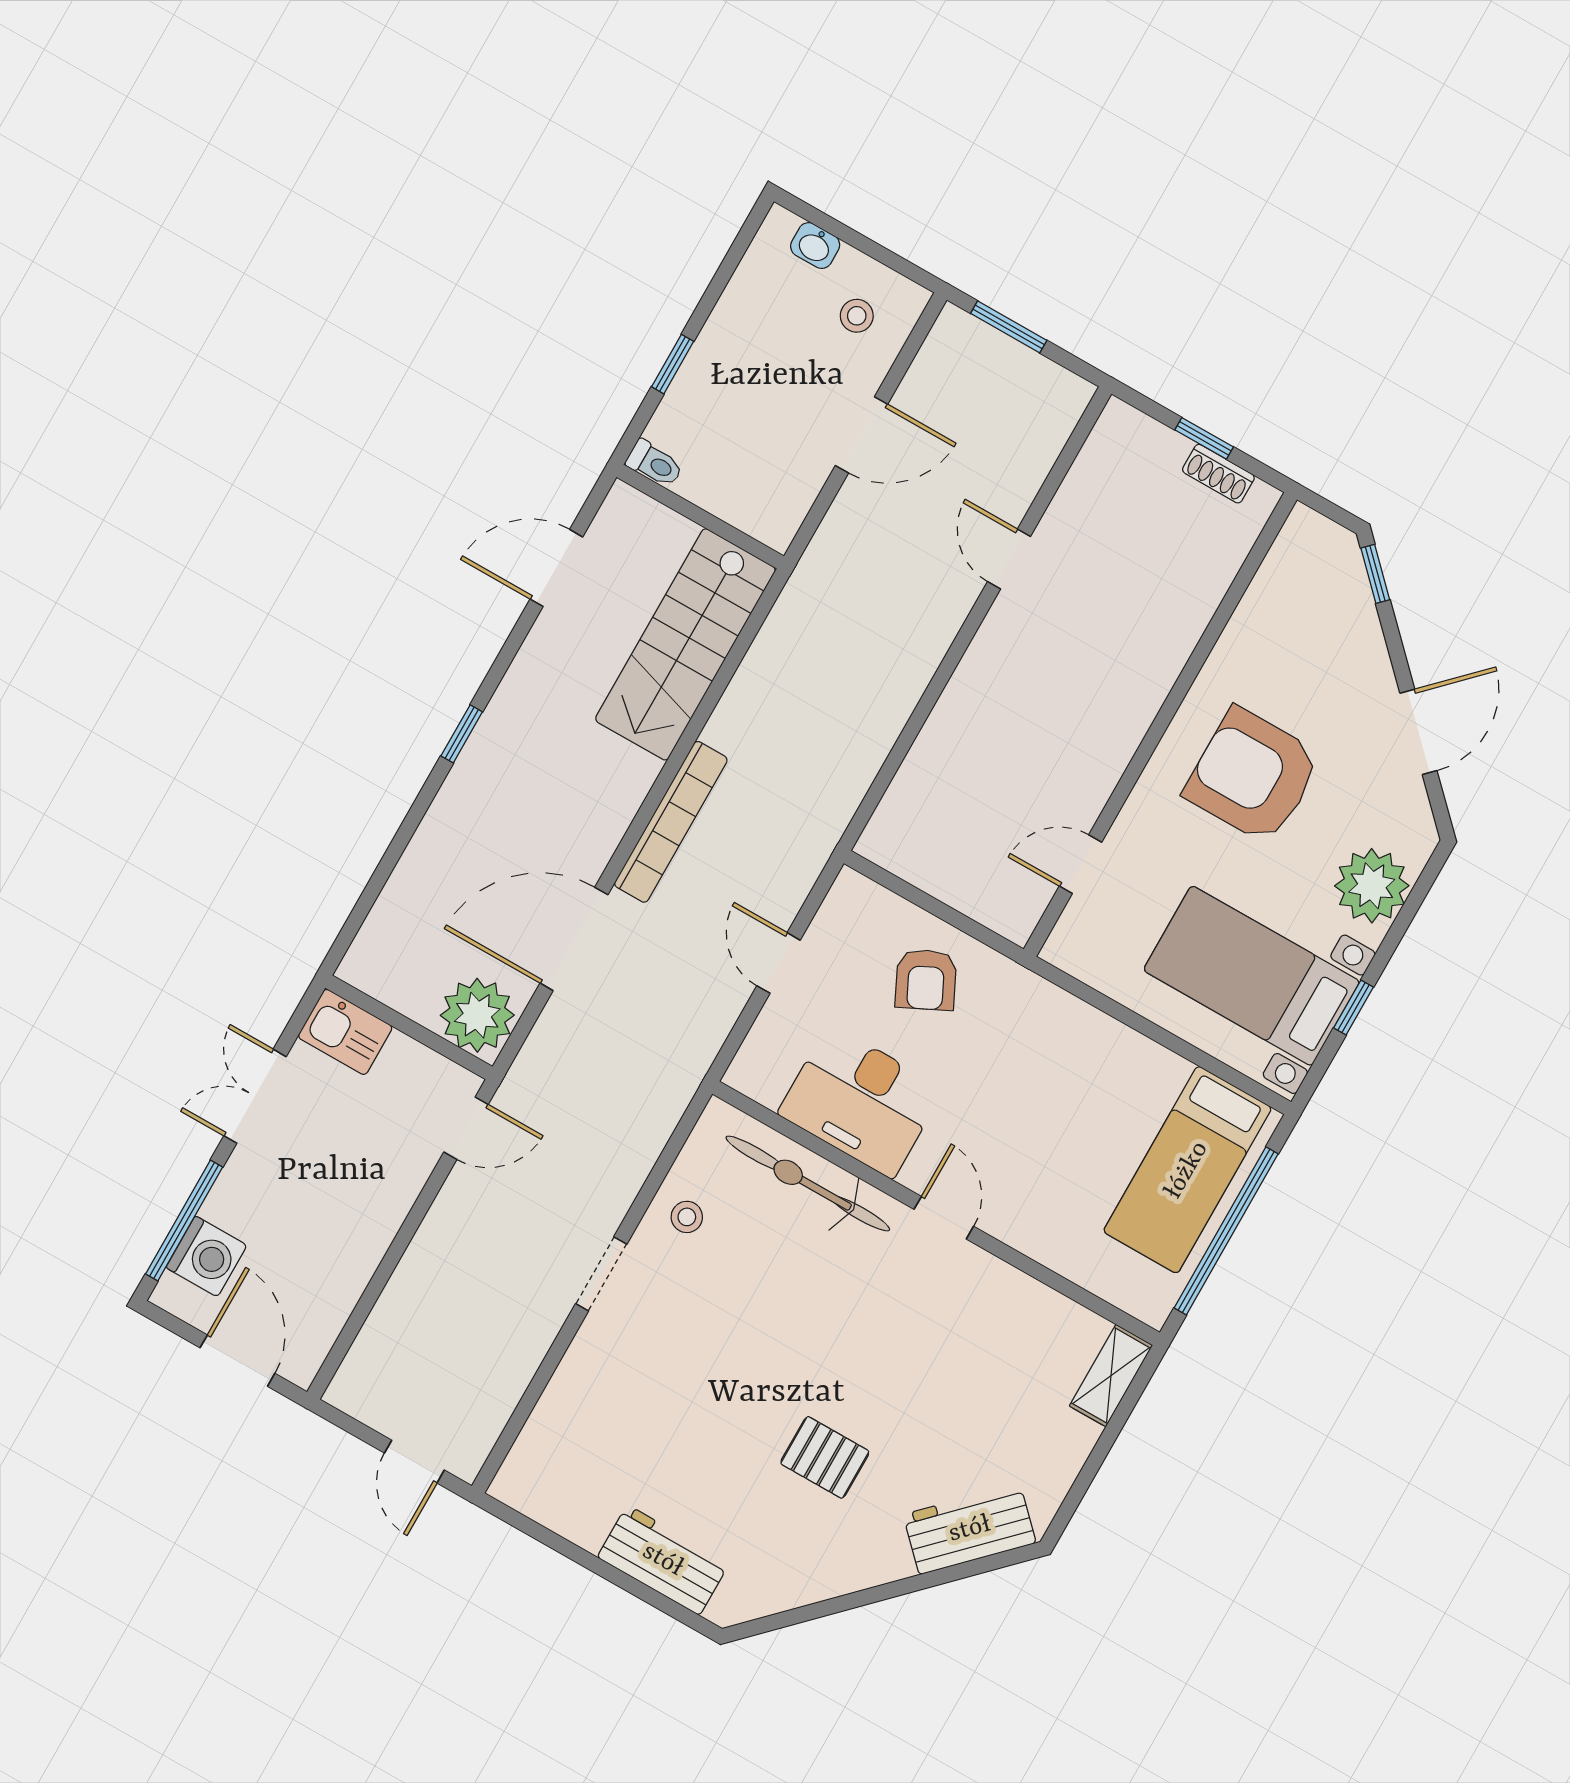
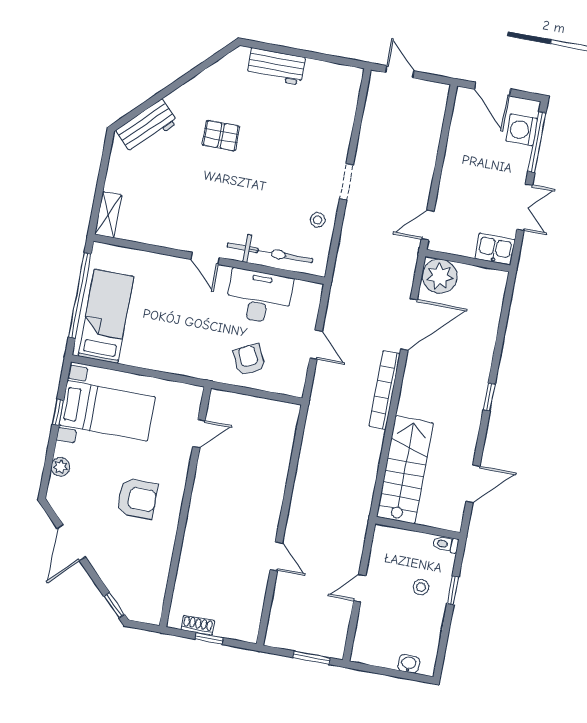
stool: (857, 316) -> (421, 587), moved
door: (861, 435) -> (360, 588), width x0.73
armchair: (1253, 776) -> (137, 498), width x0.73, depth x0.73
plant: (1372, 886) -> (60, 467), width x0.53, depth x0.53

